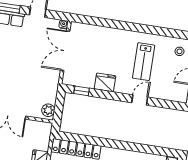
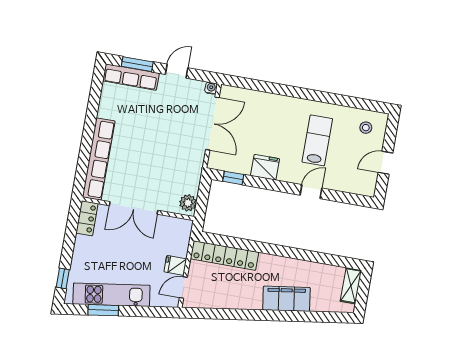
double door: (65, 51) -> (212, 124), swing flipped
lab bench: (144, 62) -> (317, 140), turned 180

